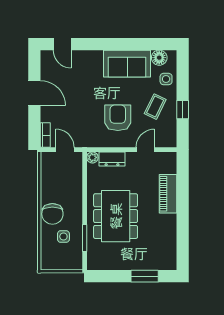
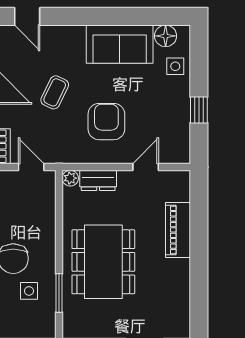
coffee table: (155, 107) -> (55, 92), moved

